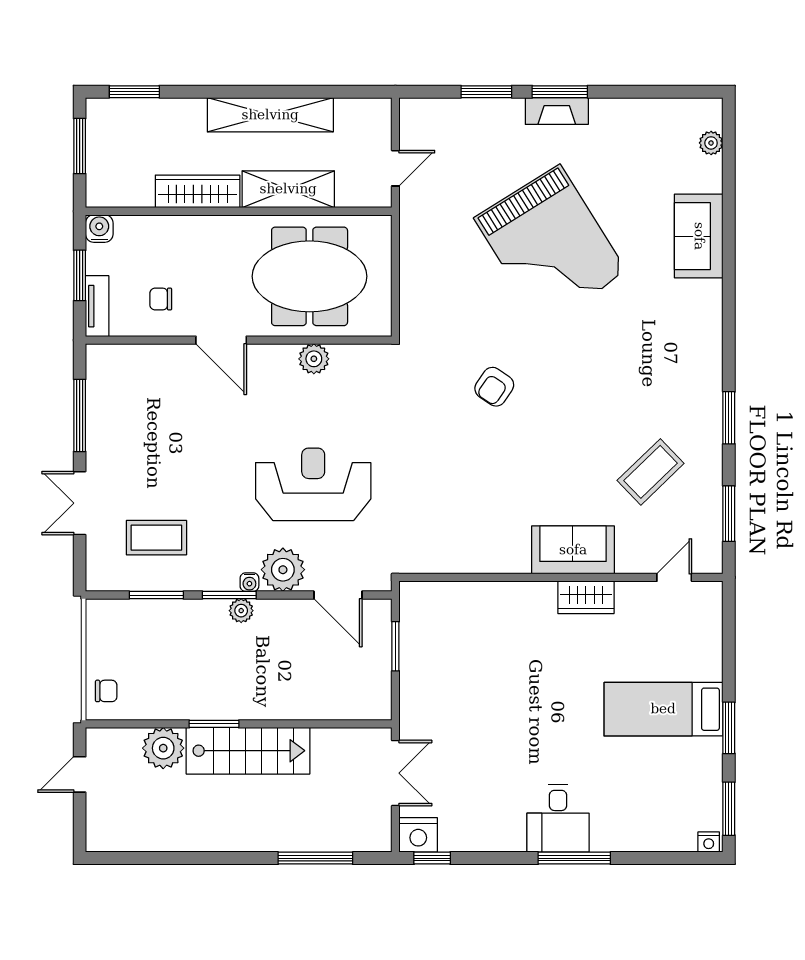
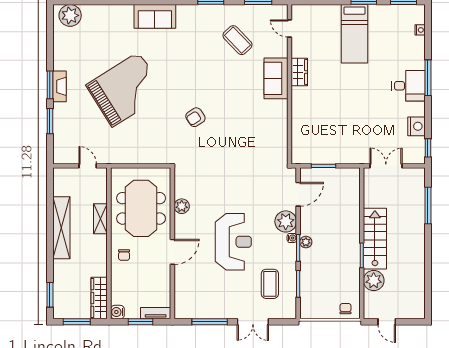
plant: (711, 143) -> (70, 15), width x1.87, depth x1.87
shelving: (288, 189) -> (100, 219), width x0.67, depth x0.75
wardrobe: (198, 191) -> (99, 298), moved
sofa: (699, 236) -> (155, 16), moved
chair: (161, 299) -> (124, 255), moved
armchair: (494, 387) -> (195, 117), turned 113
reception desk: (313, 484) -> (233, 242), moved, turned 180
nightstand: (418, 835) -> (417, 126), moved
nightstand: (709, 842) -> (420, 30), moved

